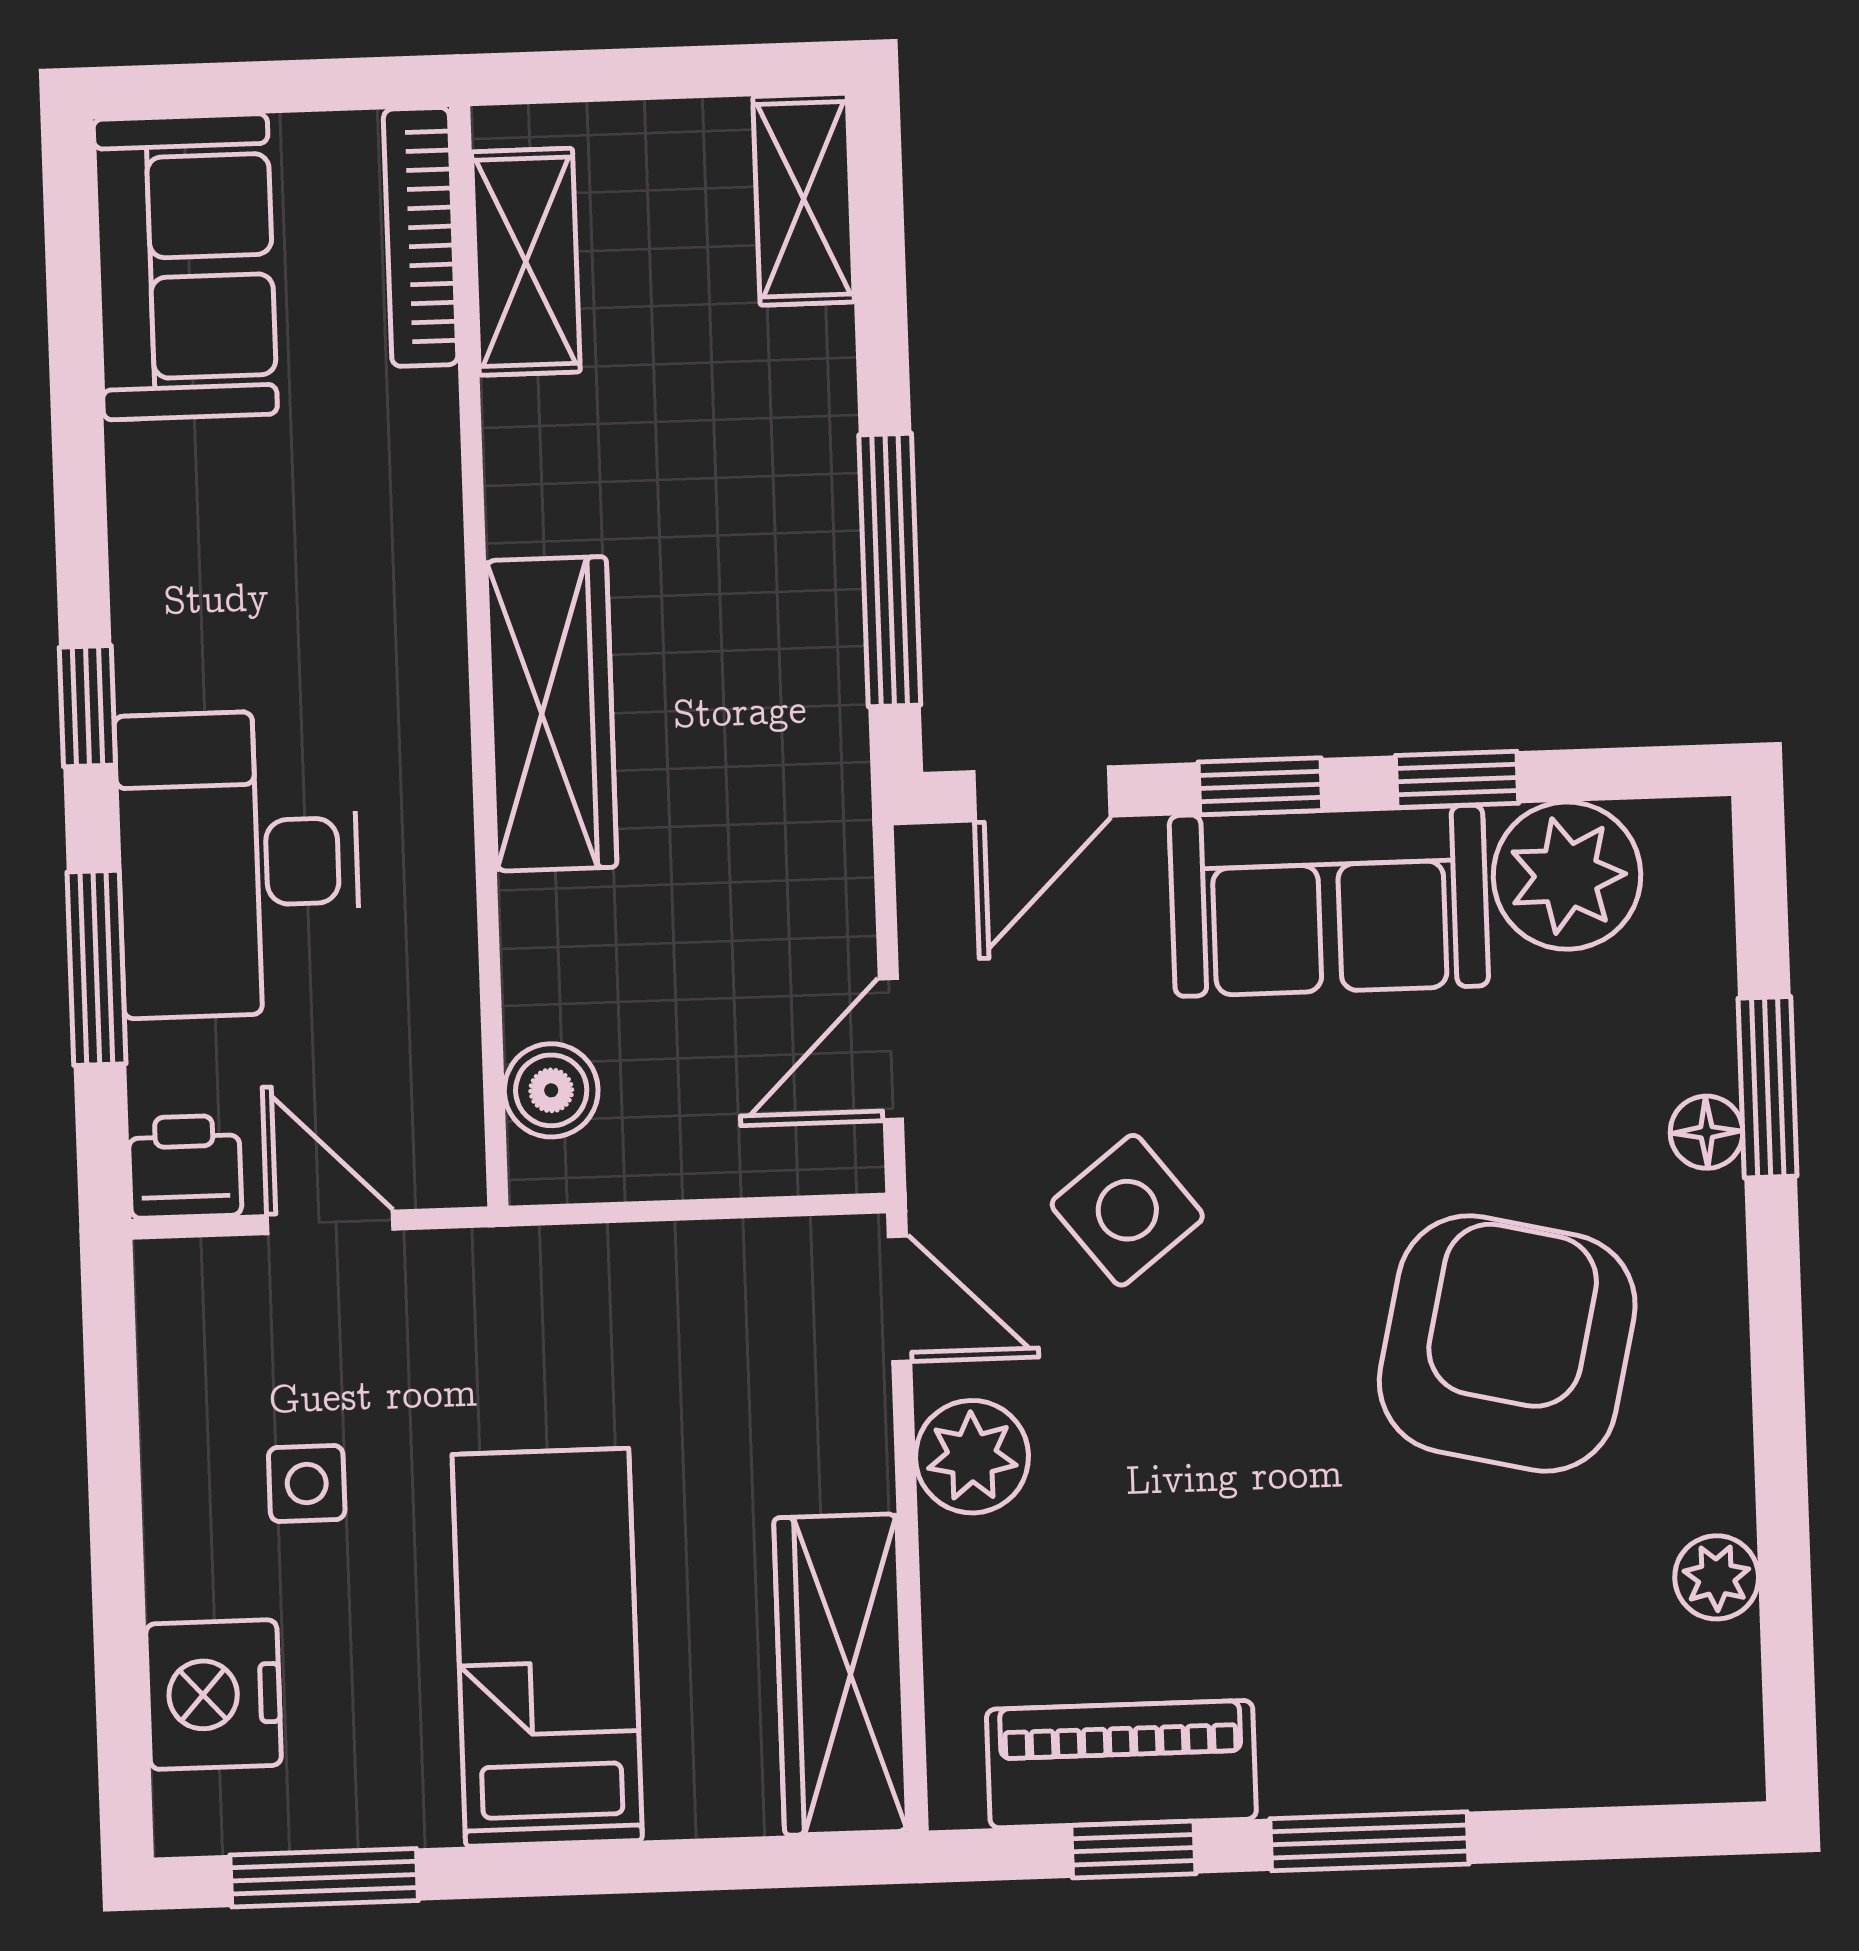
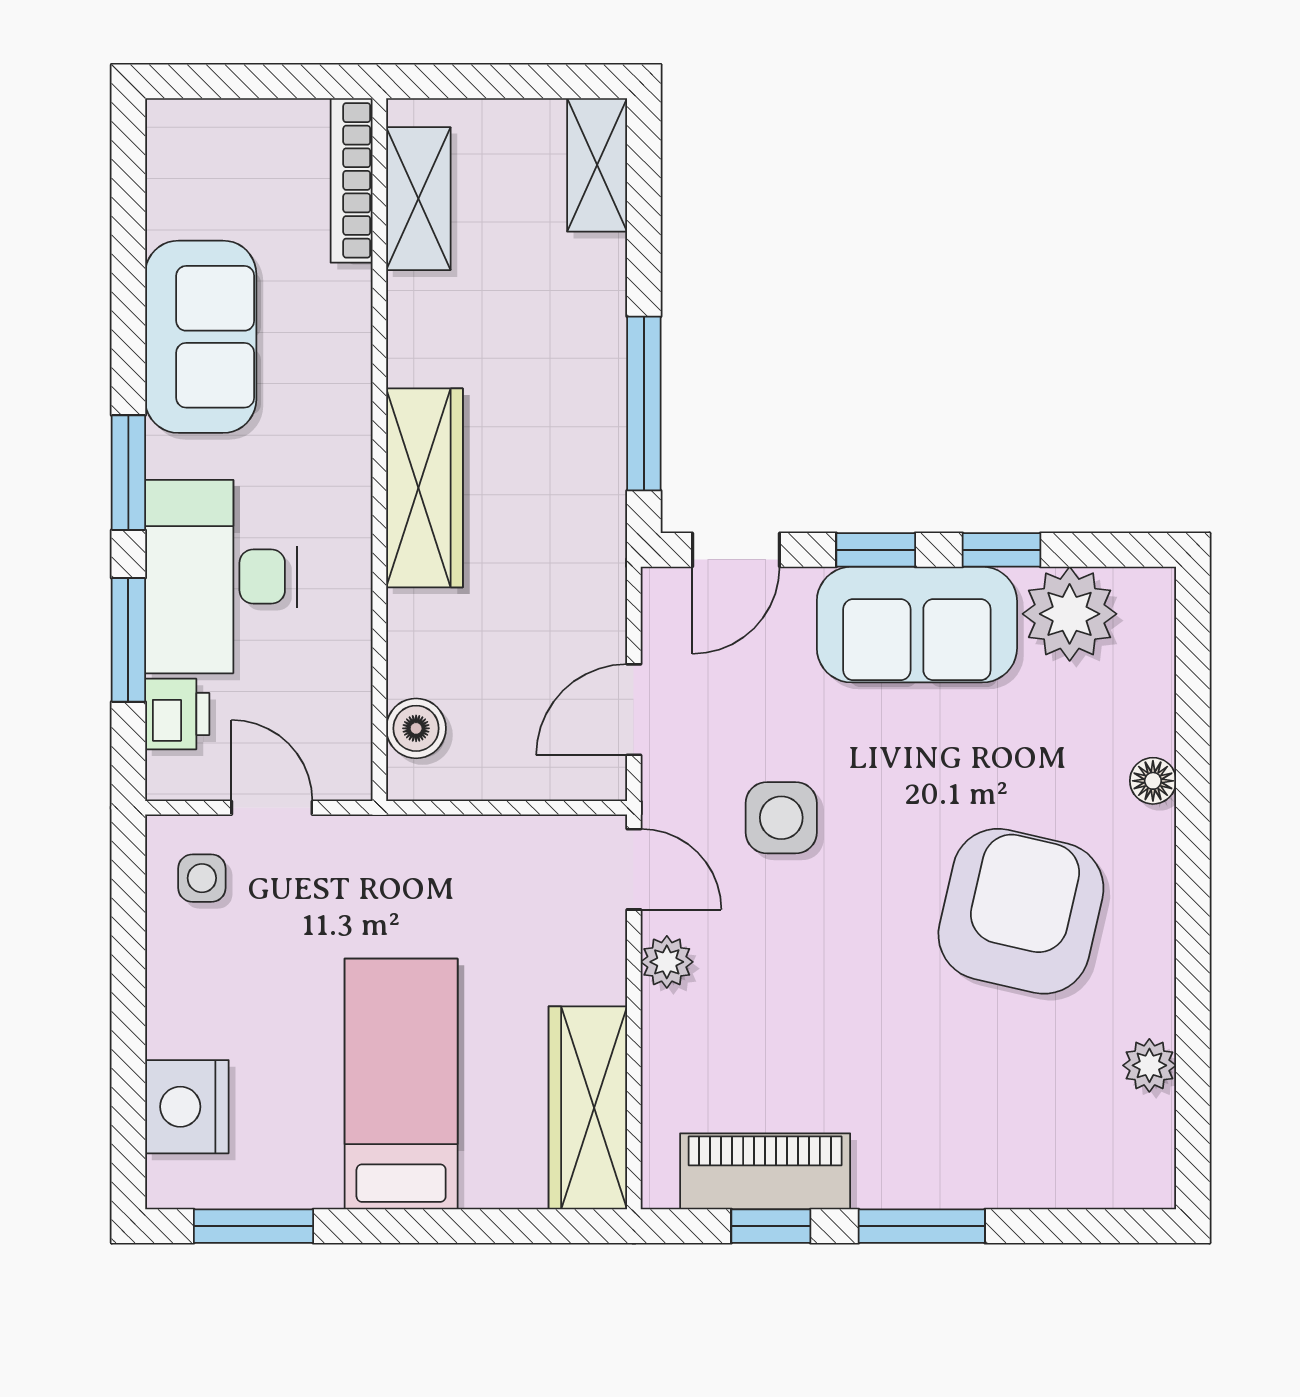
sofa: (185, 267) -> (201, 337), moved
window: (87, 706) -> (128, 473), width x1.50
window: (1768, 1087) -> (1193, 753), removed
printer: (185, 1167) -> (177, 714), moved, turned 90
side table: (1127, 1210) -> (781, 818), turned 38
plant: (972, 1457) -> (667, 962), width x0.73, depth x0.73
side table: (307, 1483) -> (202, 878), moved

